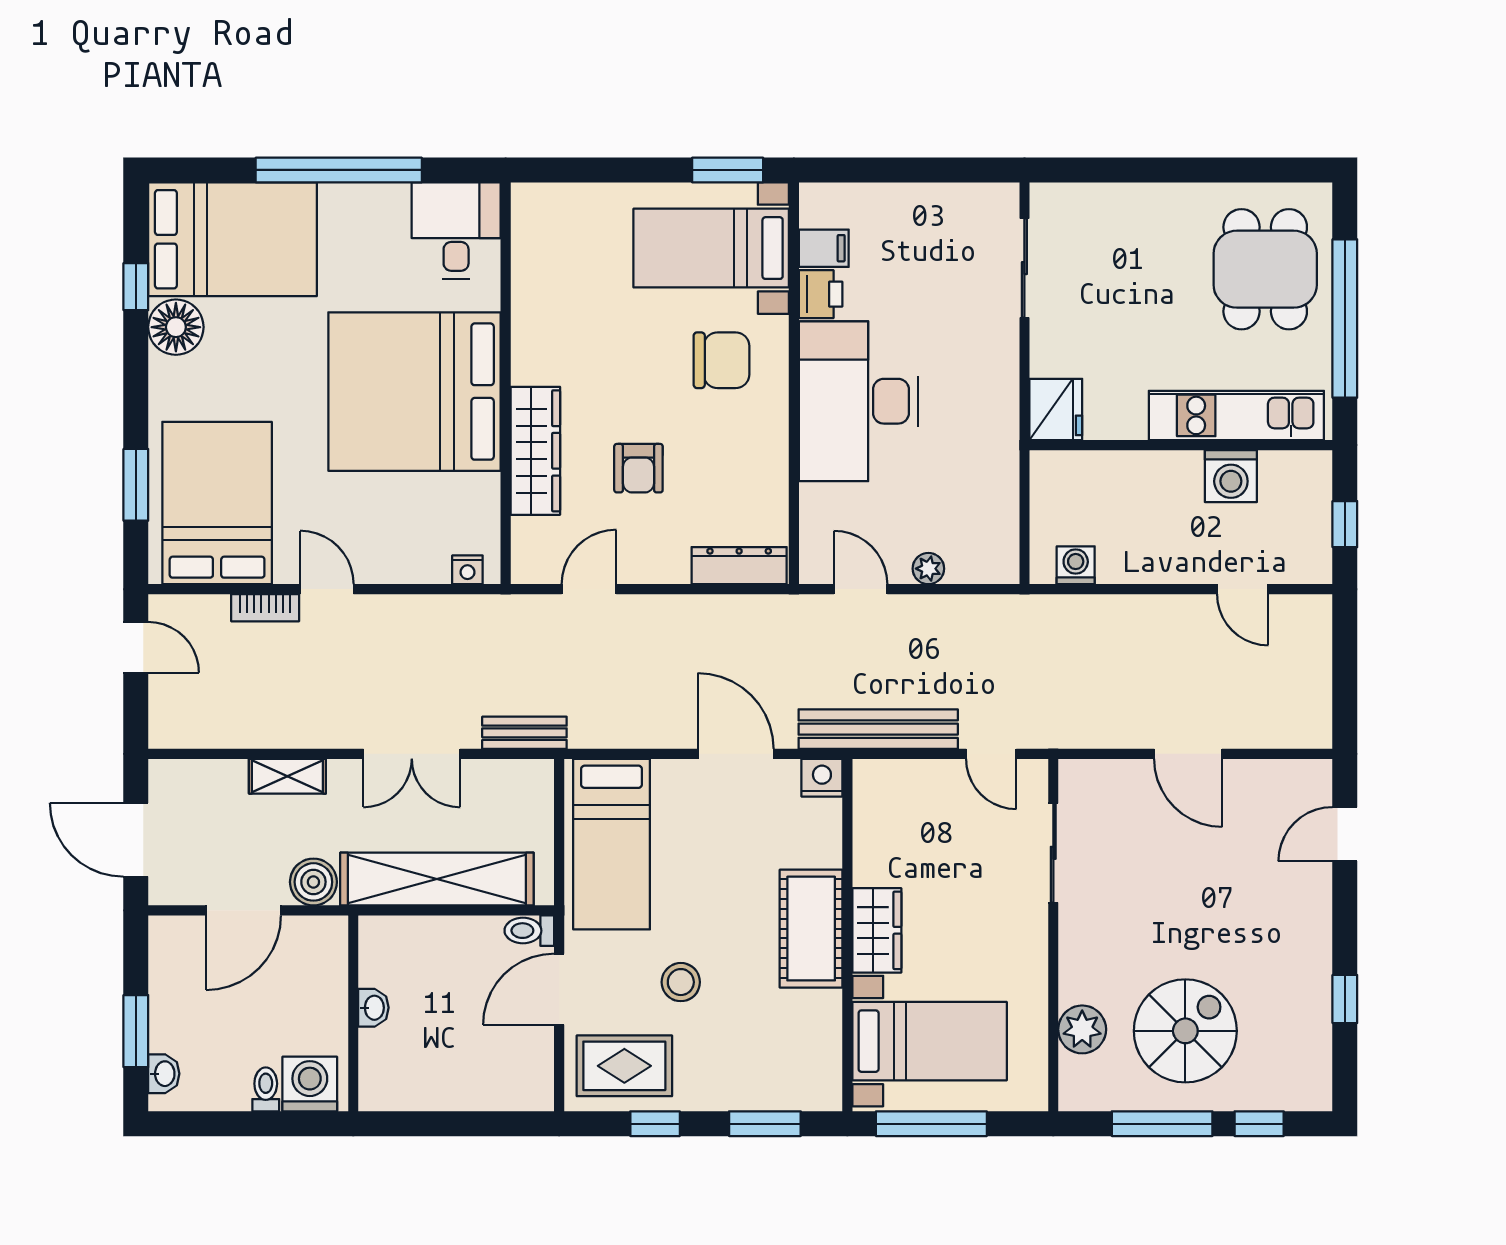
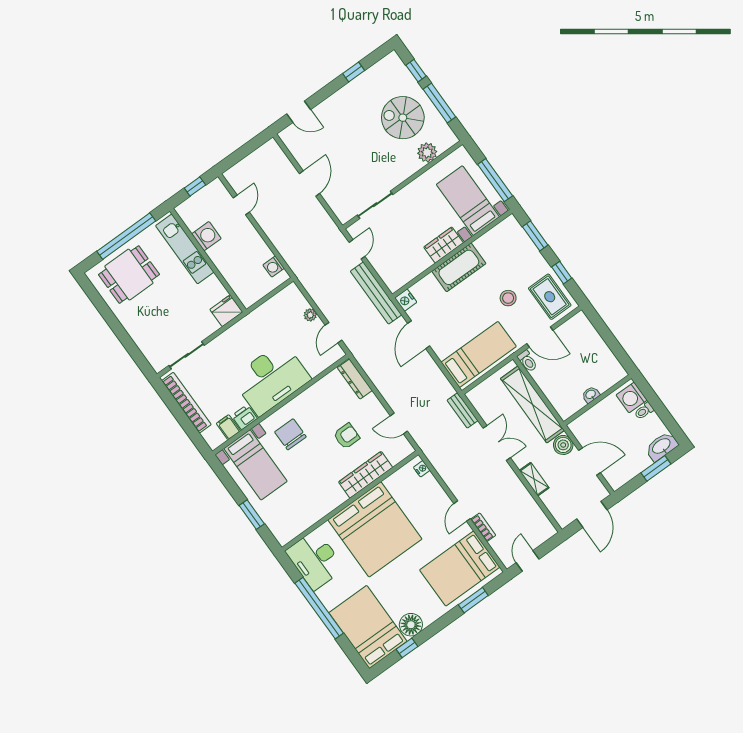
window: (728, 170) -> (252, 515), moved
bookcase: (932, 200) -> (186, 403), added
desk: (456, 230) -> (315, 560), width x1.37
washbasin: (164, 1074) -> (662, 446), width x1.91, depth x1.45

